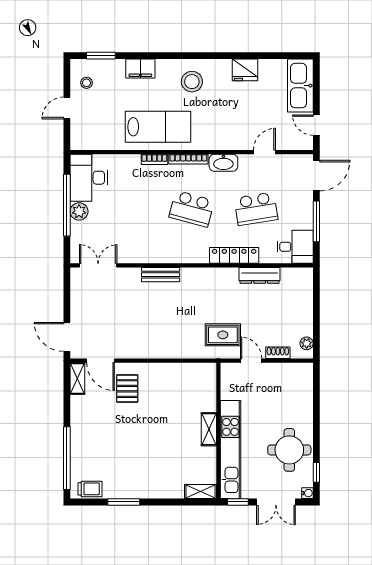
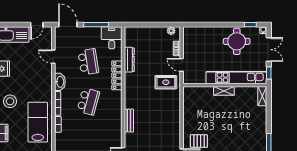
rug: (223, 335) -> (166, 82), turned 90
door: (251, 361) -> (182, 65), hinge flipped

